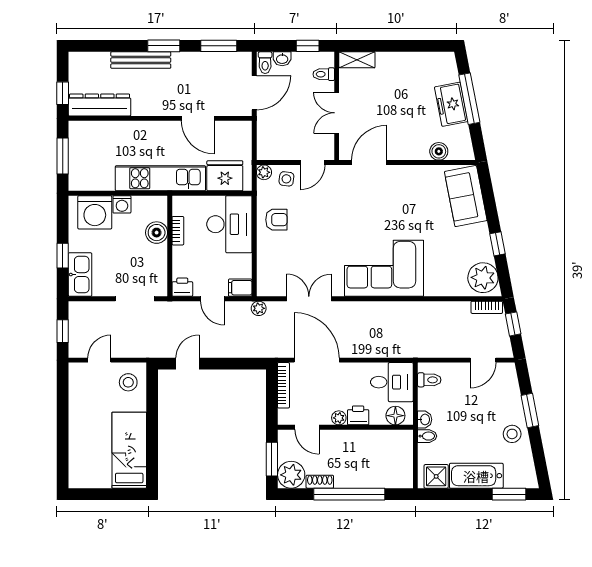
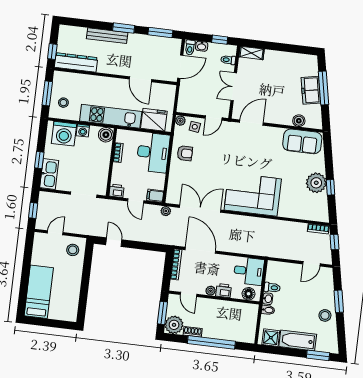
stool: (88, 167) -> (63, 103), added
sofa: (466, 196) -> (302, 141), moved, turned -79
boiler: (157, 233) -> (106, 135), moved
plant: (483, 278) -> (316, 183), moved
double door: (309, 299) -> (200, 209), width x1.37
door: (188, 364) -> (114, 242), hinge flipped
toilet: (429, 380) -> (272, 288), moved
bed: (129, 450) -> (39, 292), moved

